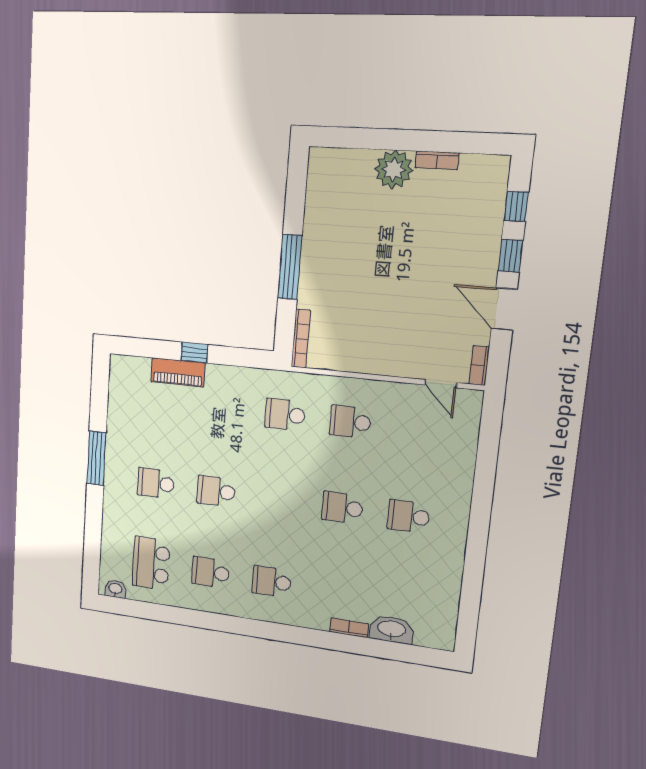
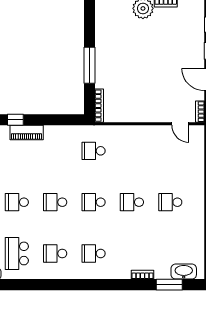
window: (194, 353) -> (15, 120), moved
school desk: (350, 422) -> (94, 202), moved
washbasin: (392, 629) -> (184, 272), moved
window: (393, 651) -> (169, 285), added

